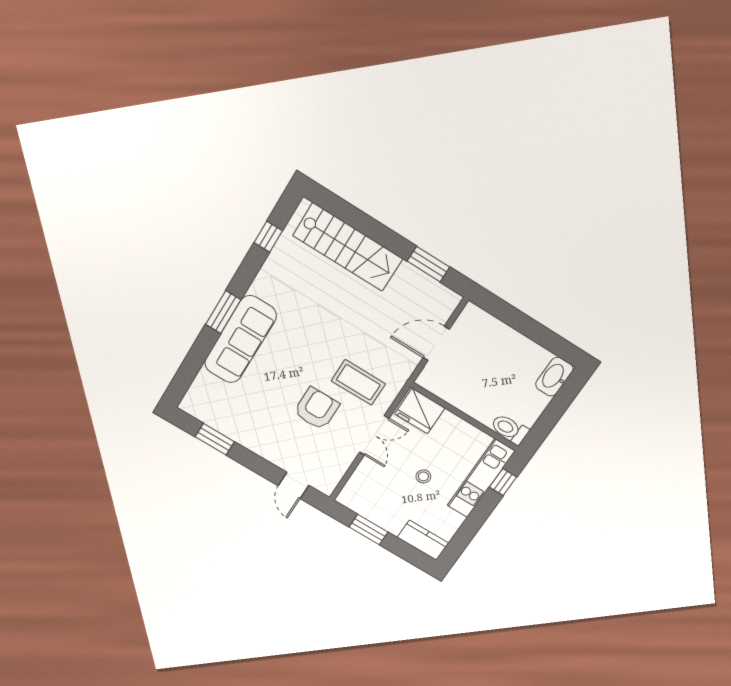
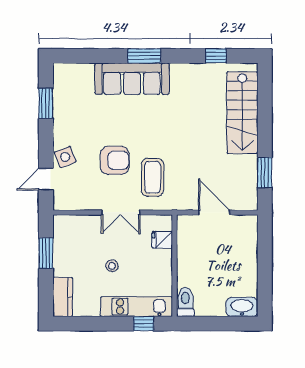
fridge: (420, 411) -> (162, 240), width x0.53, depth x0.75
side table: (282, 454) -> (65, 157), added

